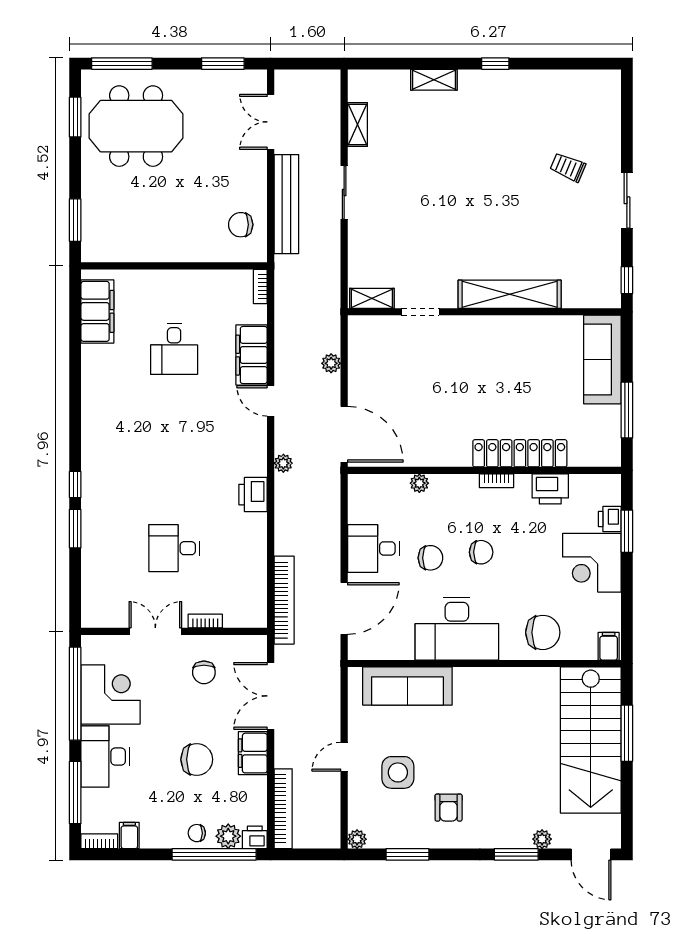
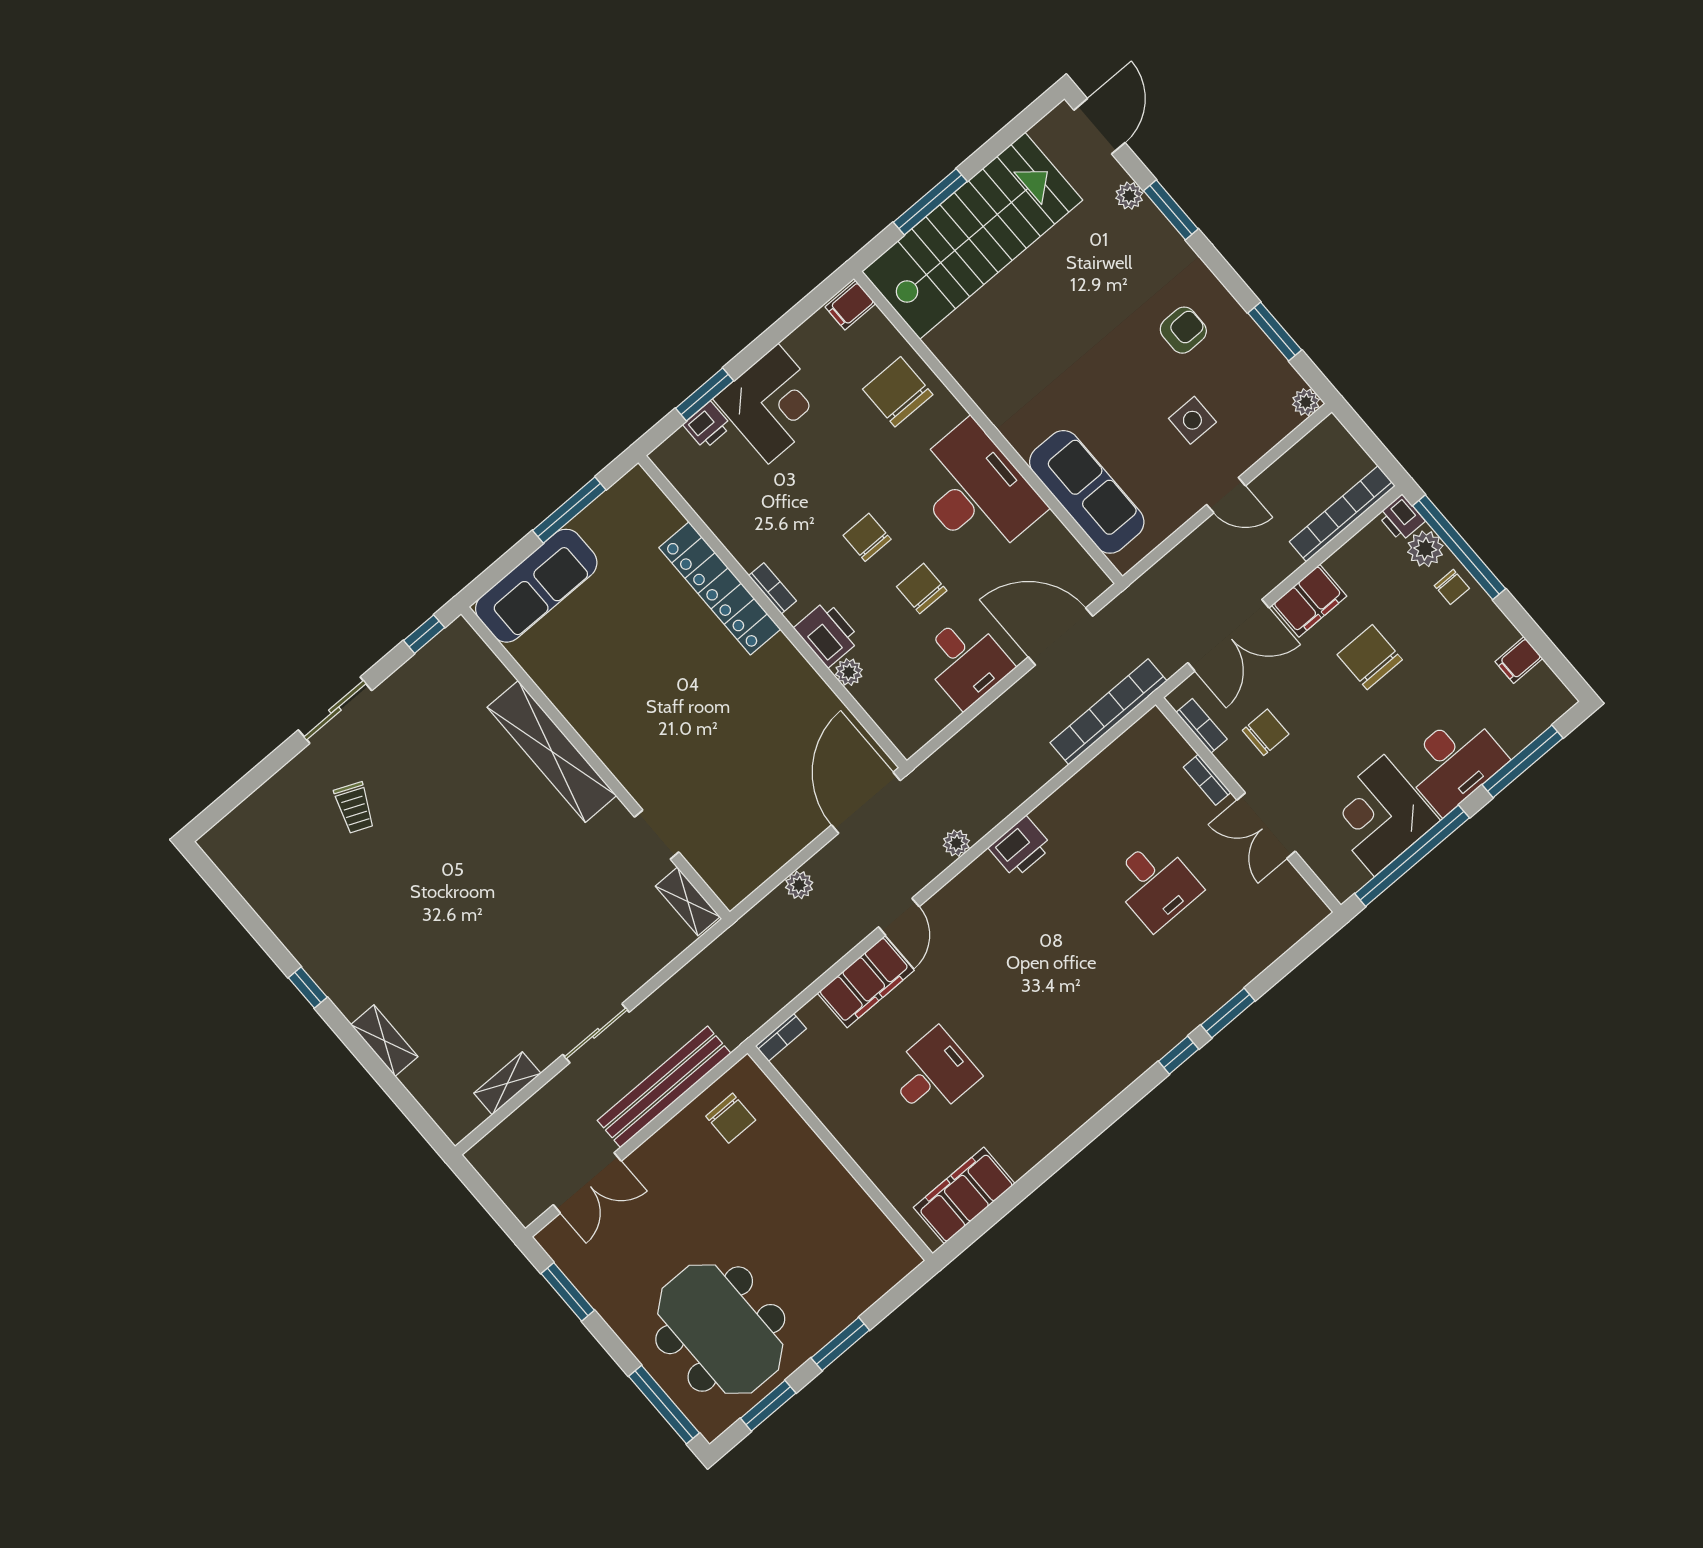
window: (75, 220) -> (840, 1344), moved
printer: (550, 489) -> (827, 634), moved
side table: (398, 772) -> (1192, 420), width x0.73, depth x0.73
bookcase: (99, 841) -> (1202, 726), moved, turned 180

